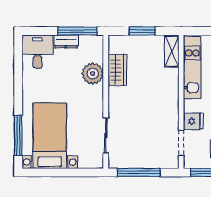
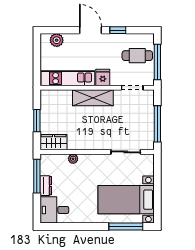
shelving: (172, 51) -> (93, 98), moved, width x1.50, depth x1.33
wardrobe: (117, 70) -> (54, 142), moved
plant: (93, 74) -> (73, 159), width x0.53, depth x0.53
fridge: (193, 121) -> (103, 77), moved

